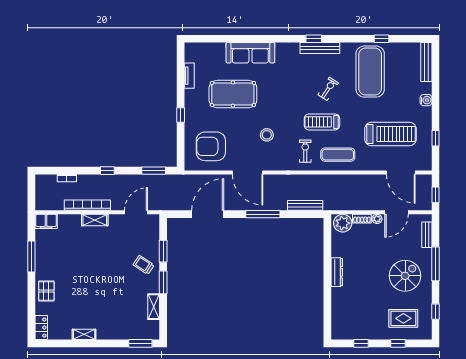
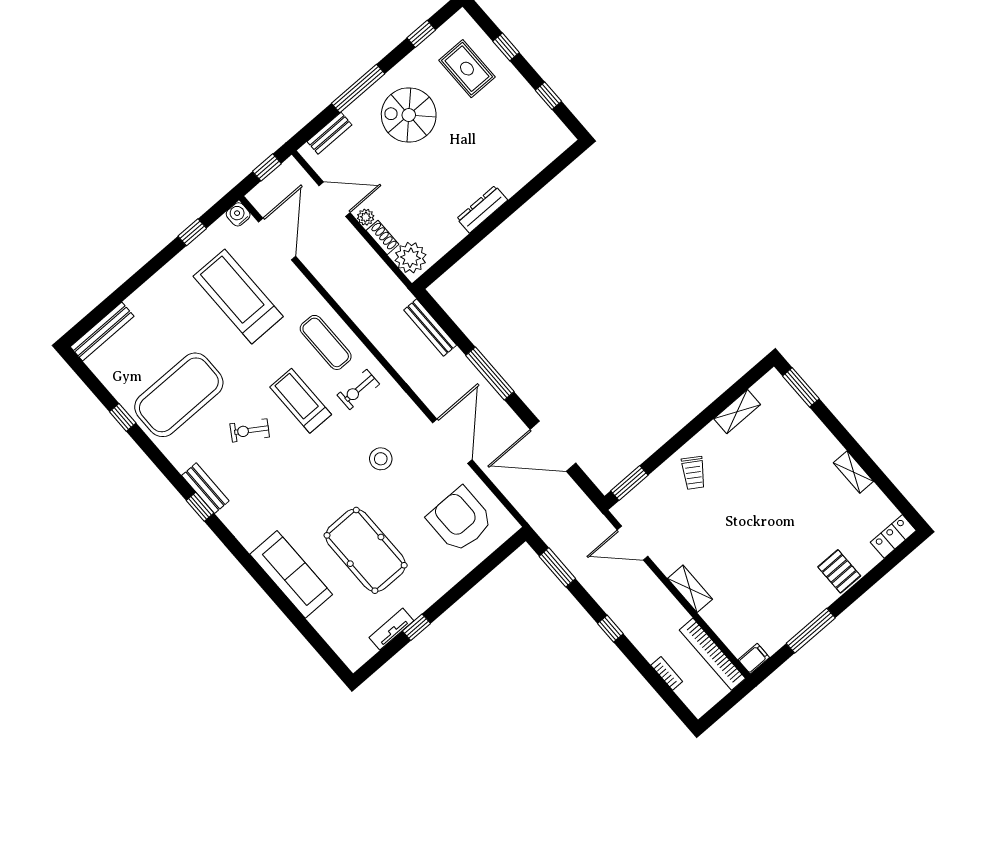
bench: (320, 48) -> (205, 488), width x0.73
water cooler: (426, 100) -> (238, 214), moved
window: (181, 115) -> (416, 627), moved
treadmill: (322, 122) -> (301, 401), turned 180
armchair: (211, 146) -> (460, 520), turned 180
bookcase: (87, 205) -> (712, 654), moved
filing cabinet: (46, 221) -> (754, 659), width x0.50
window: (163, 251) -> (629, 483), moved
window: (163, 282) -> (694, 427), removed
pallet: (46, 291) -> (839, 571), turned 90

